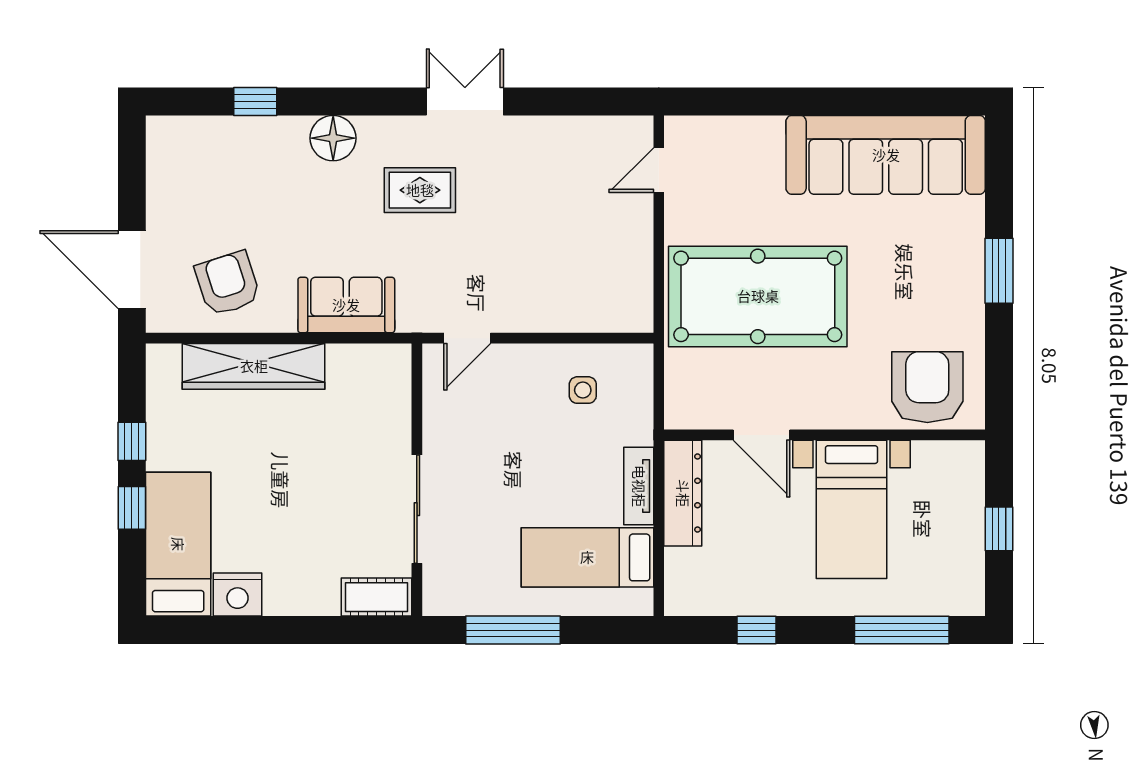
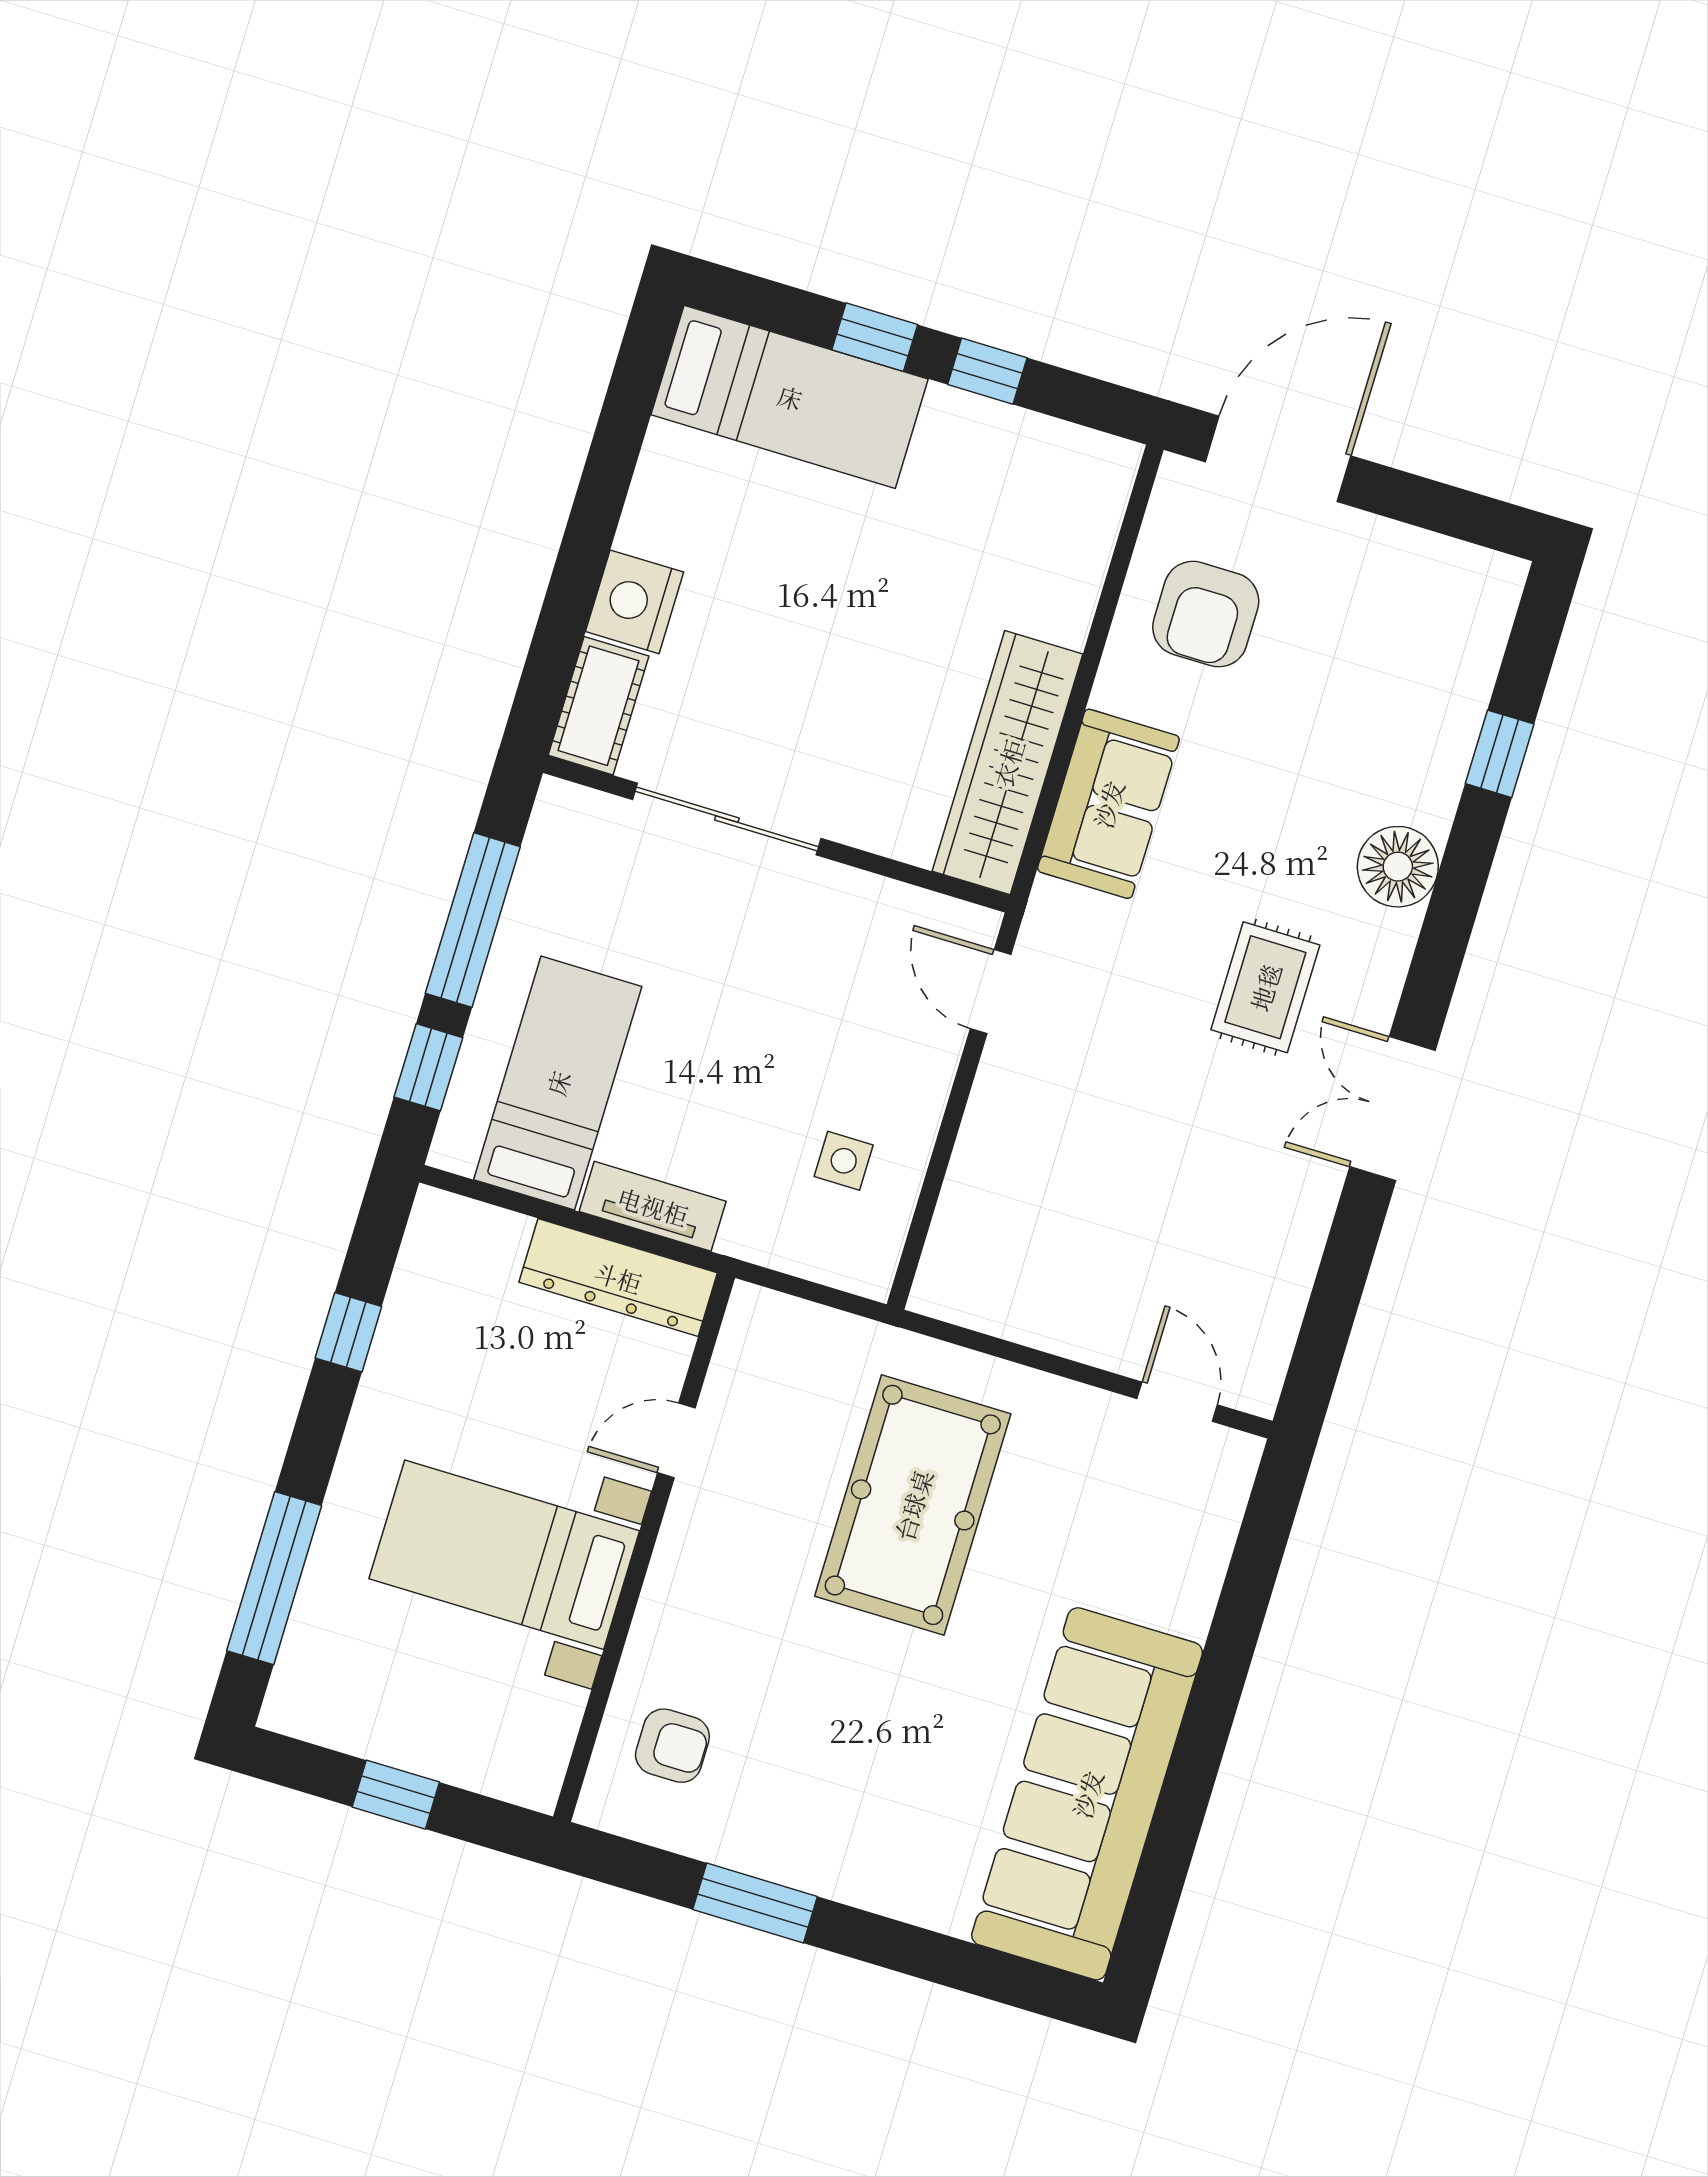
double door: (465, 101) -> (1392, 1109), swing flipped
window: (999, 271) -> (755, 1903), moved
armchair: (228, 283) -> (1206, 614), turned 108
pool table: (758, 296) -> (913, 1505), width x0.73, depth x0.76
wardrobe: (254, 366) -> (1008, 763), moved
armchair: (927, 387) -> (672, 1746), width x0.53, depth x0.53
door: (761, 435) -> (676, 1440), width x0.73
nightstand: (237, 595) -> (635, 602), moved
window: (600, 630) -> (428, 1067), added

